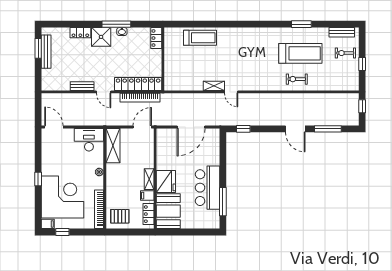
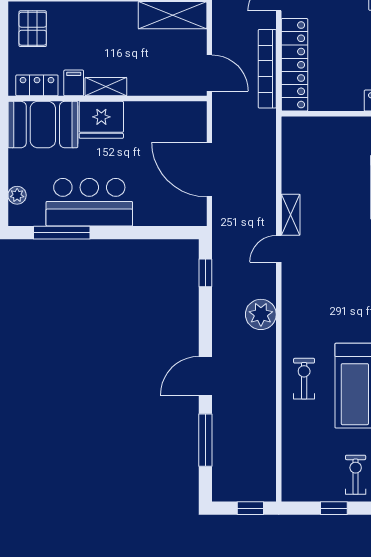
plant: (264, 101) -> (261, 314), added
plant: (204, 224) -> (17, 195), added

